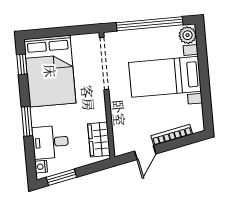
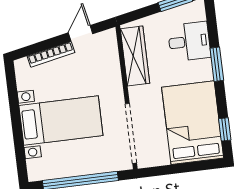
plant: (188, 35) -> (37, 169), removed
wardrobe: (99, 140) -> (135, 56), width x1.50
nightstand: (41, 167) -> (199, 13), removed

